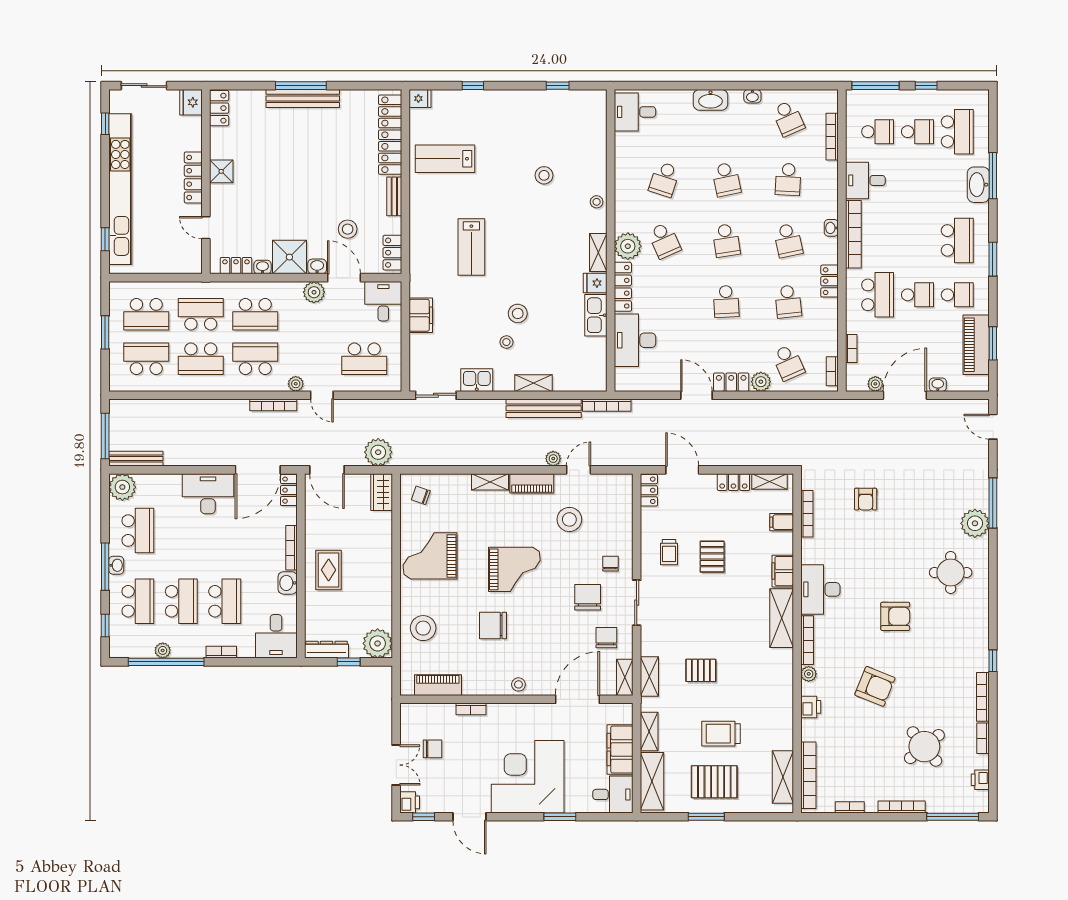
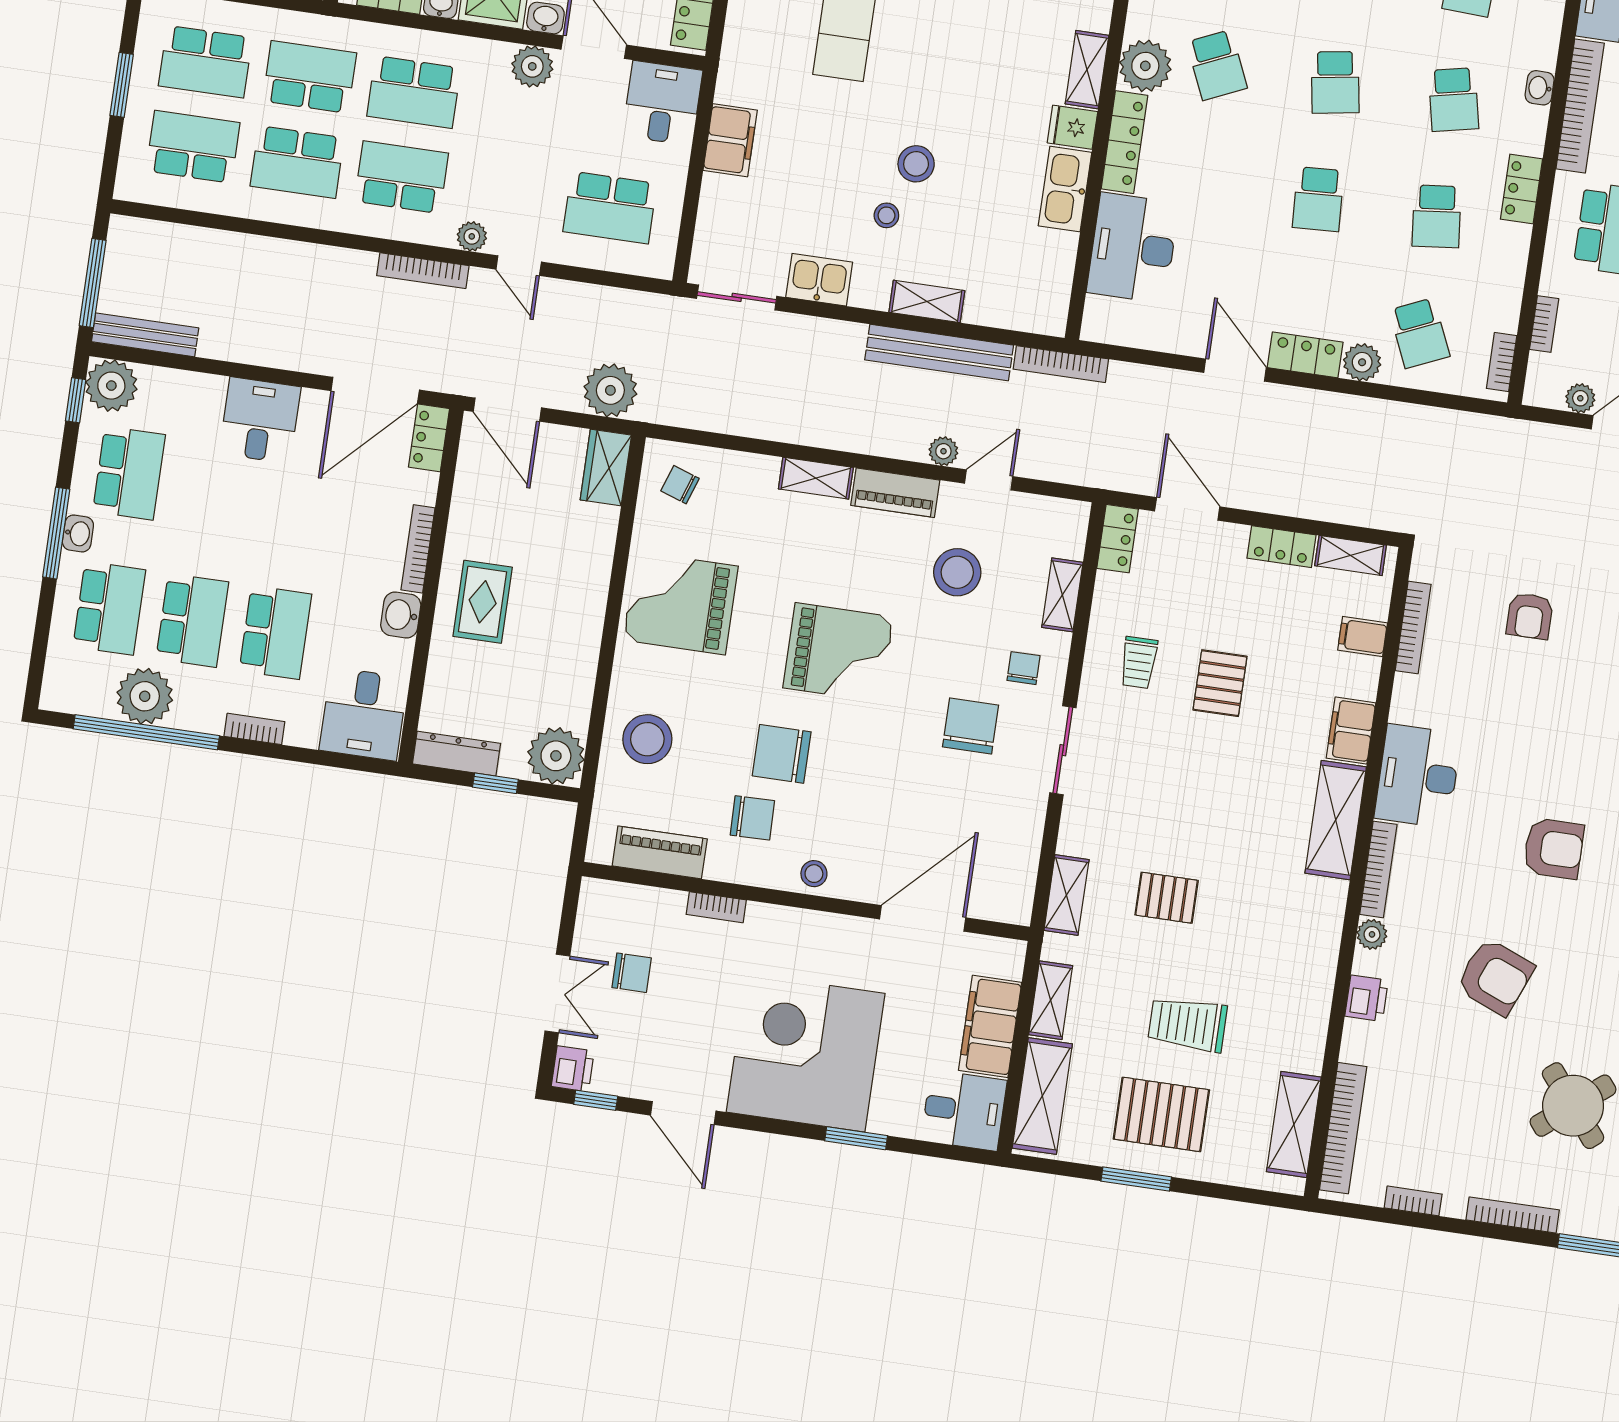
desk: (208, 494) -> (260, 420), width x0.73
window: (105, 625) -> (76, 400), moved
chair: (606, 638) -> (752, 818), moved, turned 89
plant: (163, 650) -> (145, 696), width x1.87, depth x1.87
shelving: (625, 677) -> (1062, 595), moved

